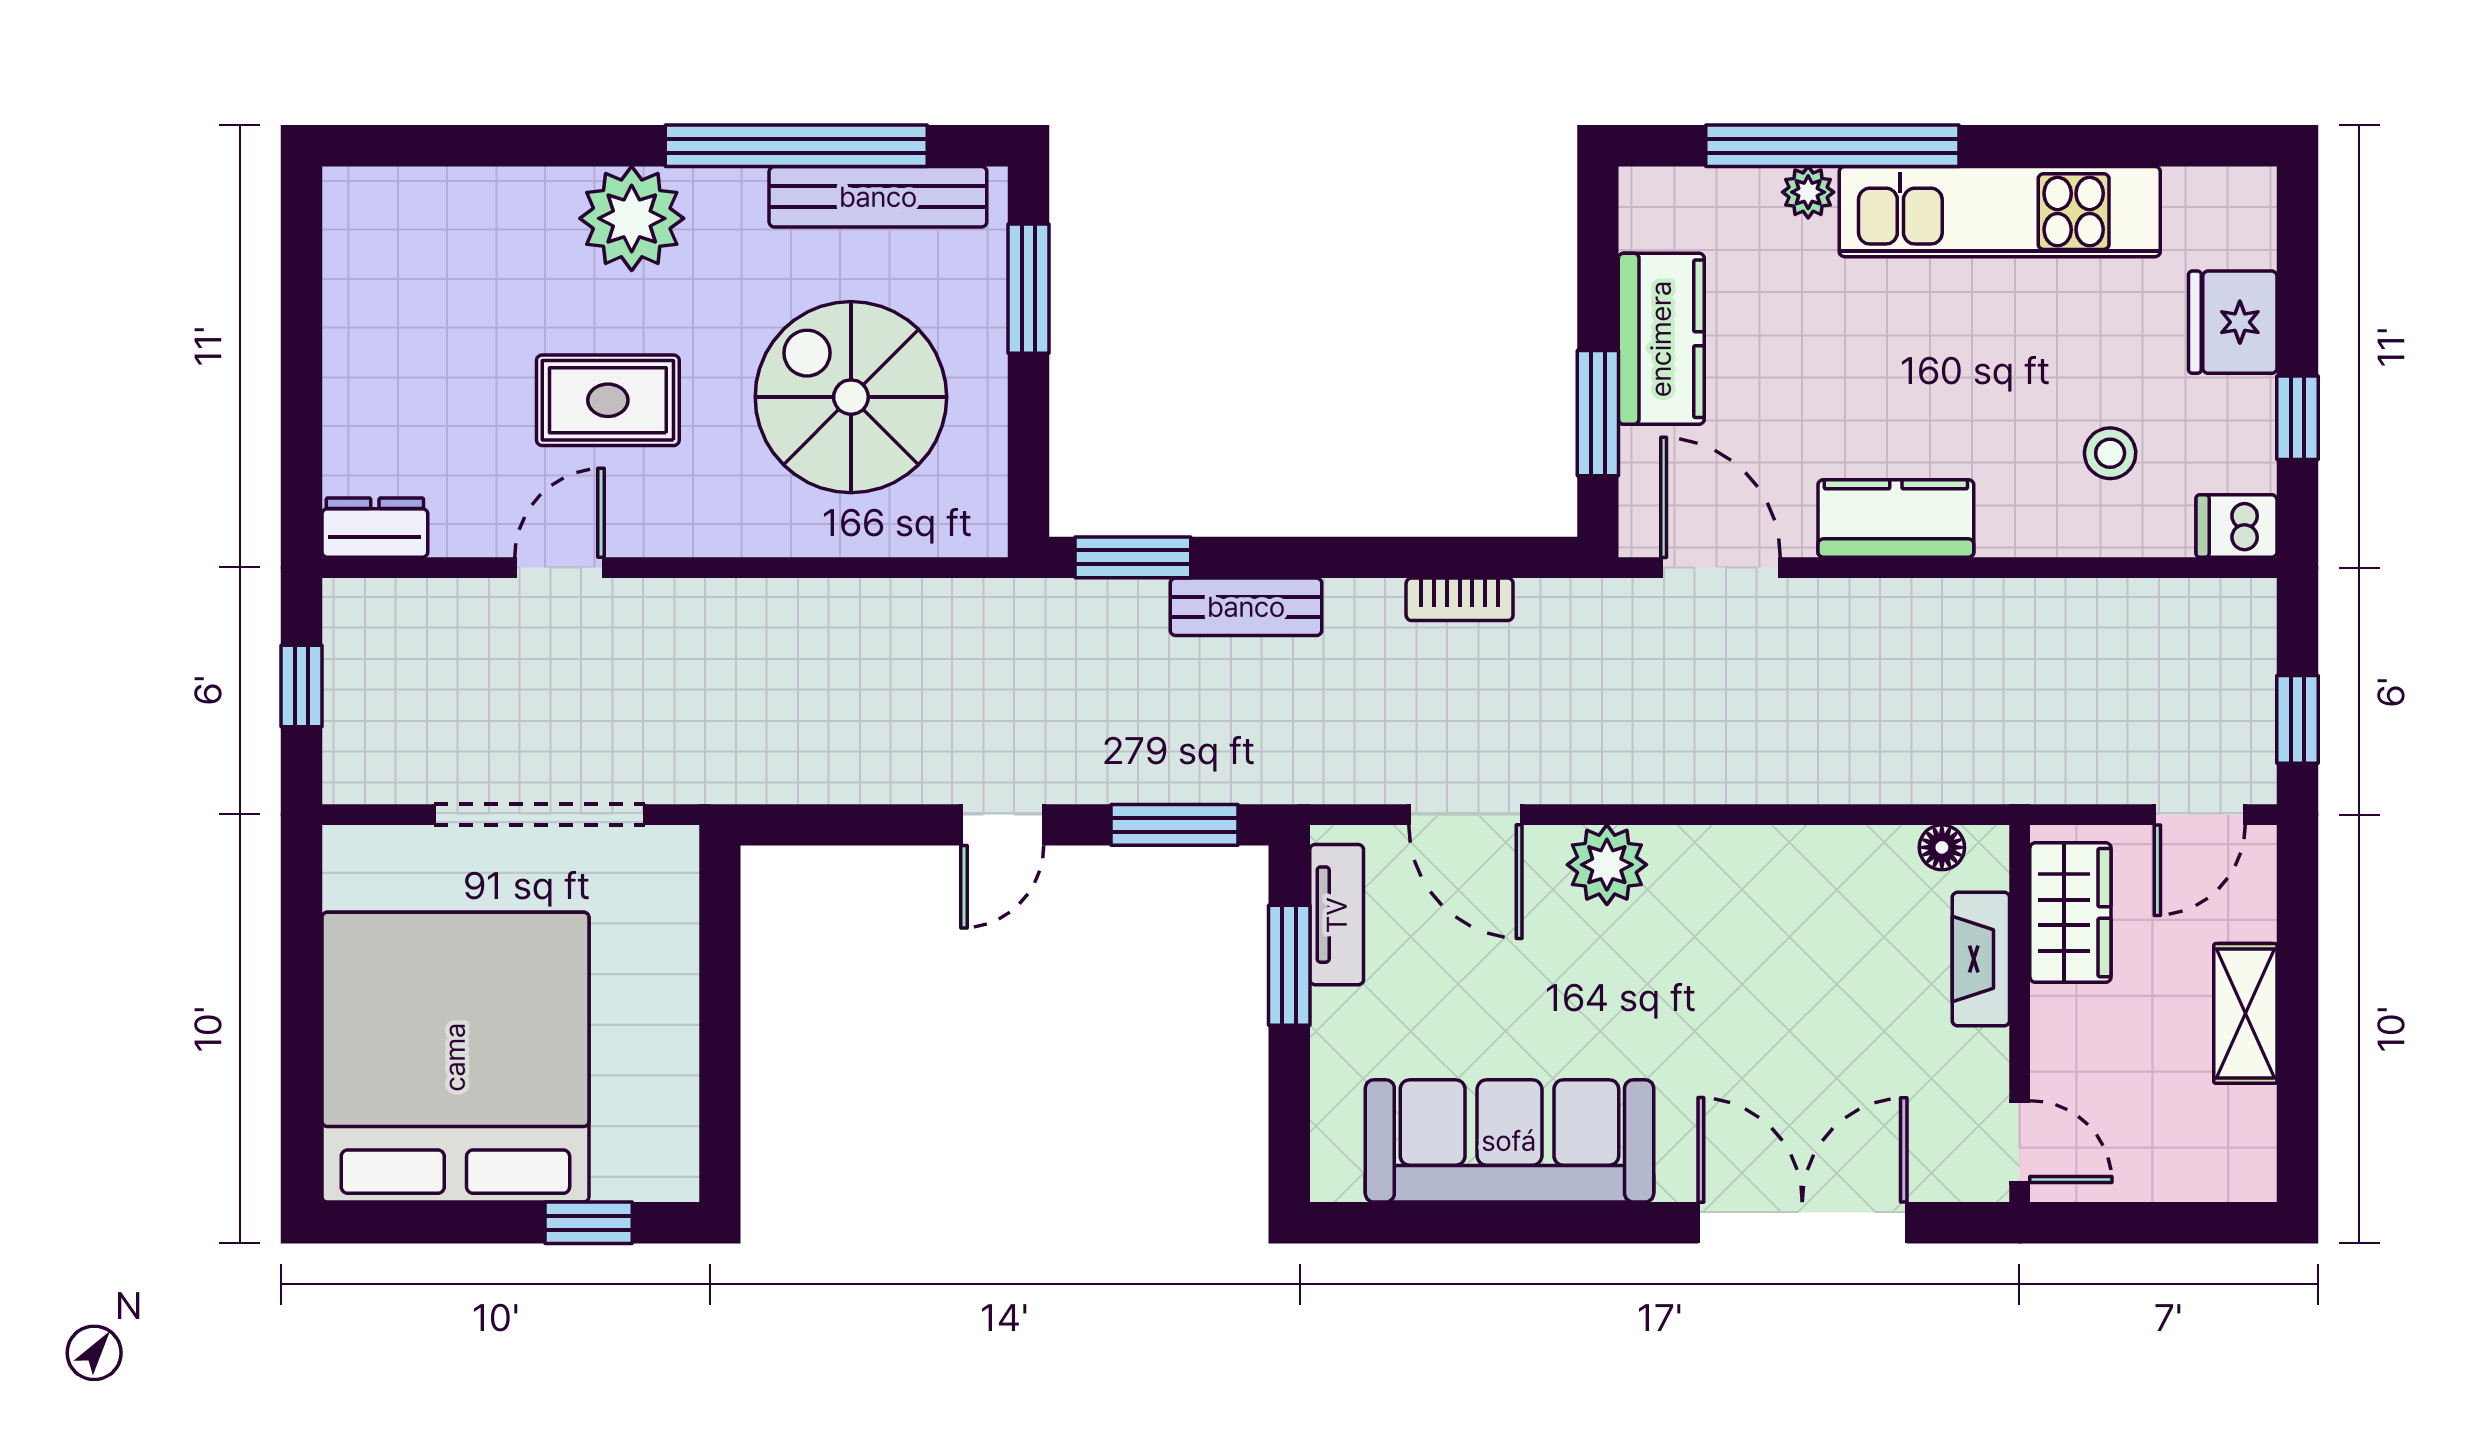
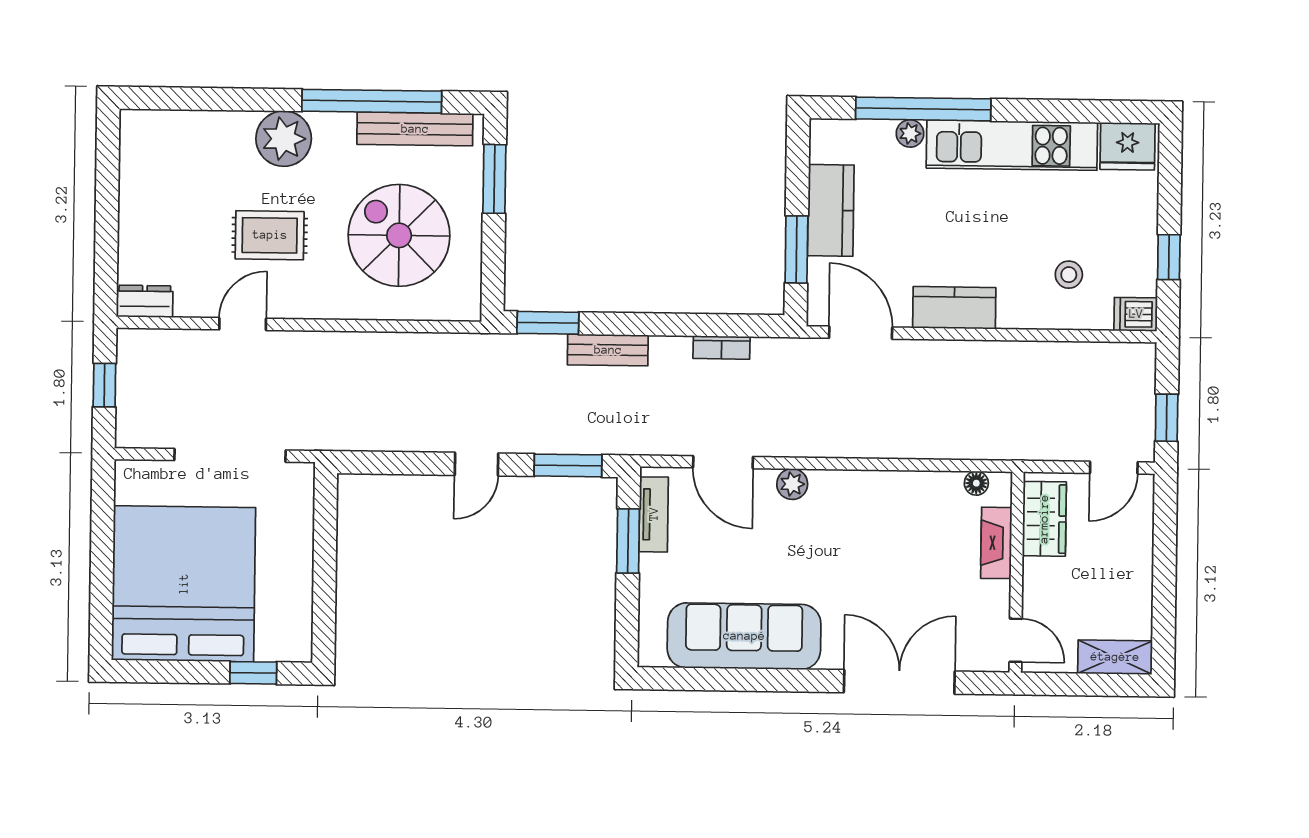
fridge: (2233, 322) -> (1128, 146), moved, turned -90
plant: (1607, 865) -> (792, 484), width x0.73, depth x0.73
shelving: (2245, 1013) -> (1115, 657), moved, turned 90

